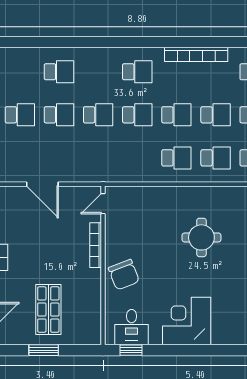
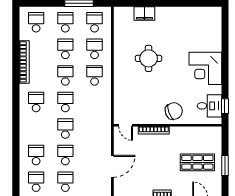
school desk: (20, 72) -> (36, 182), added

